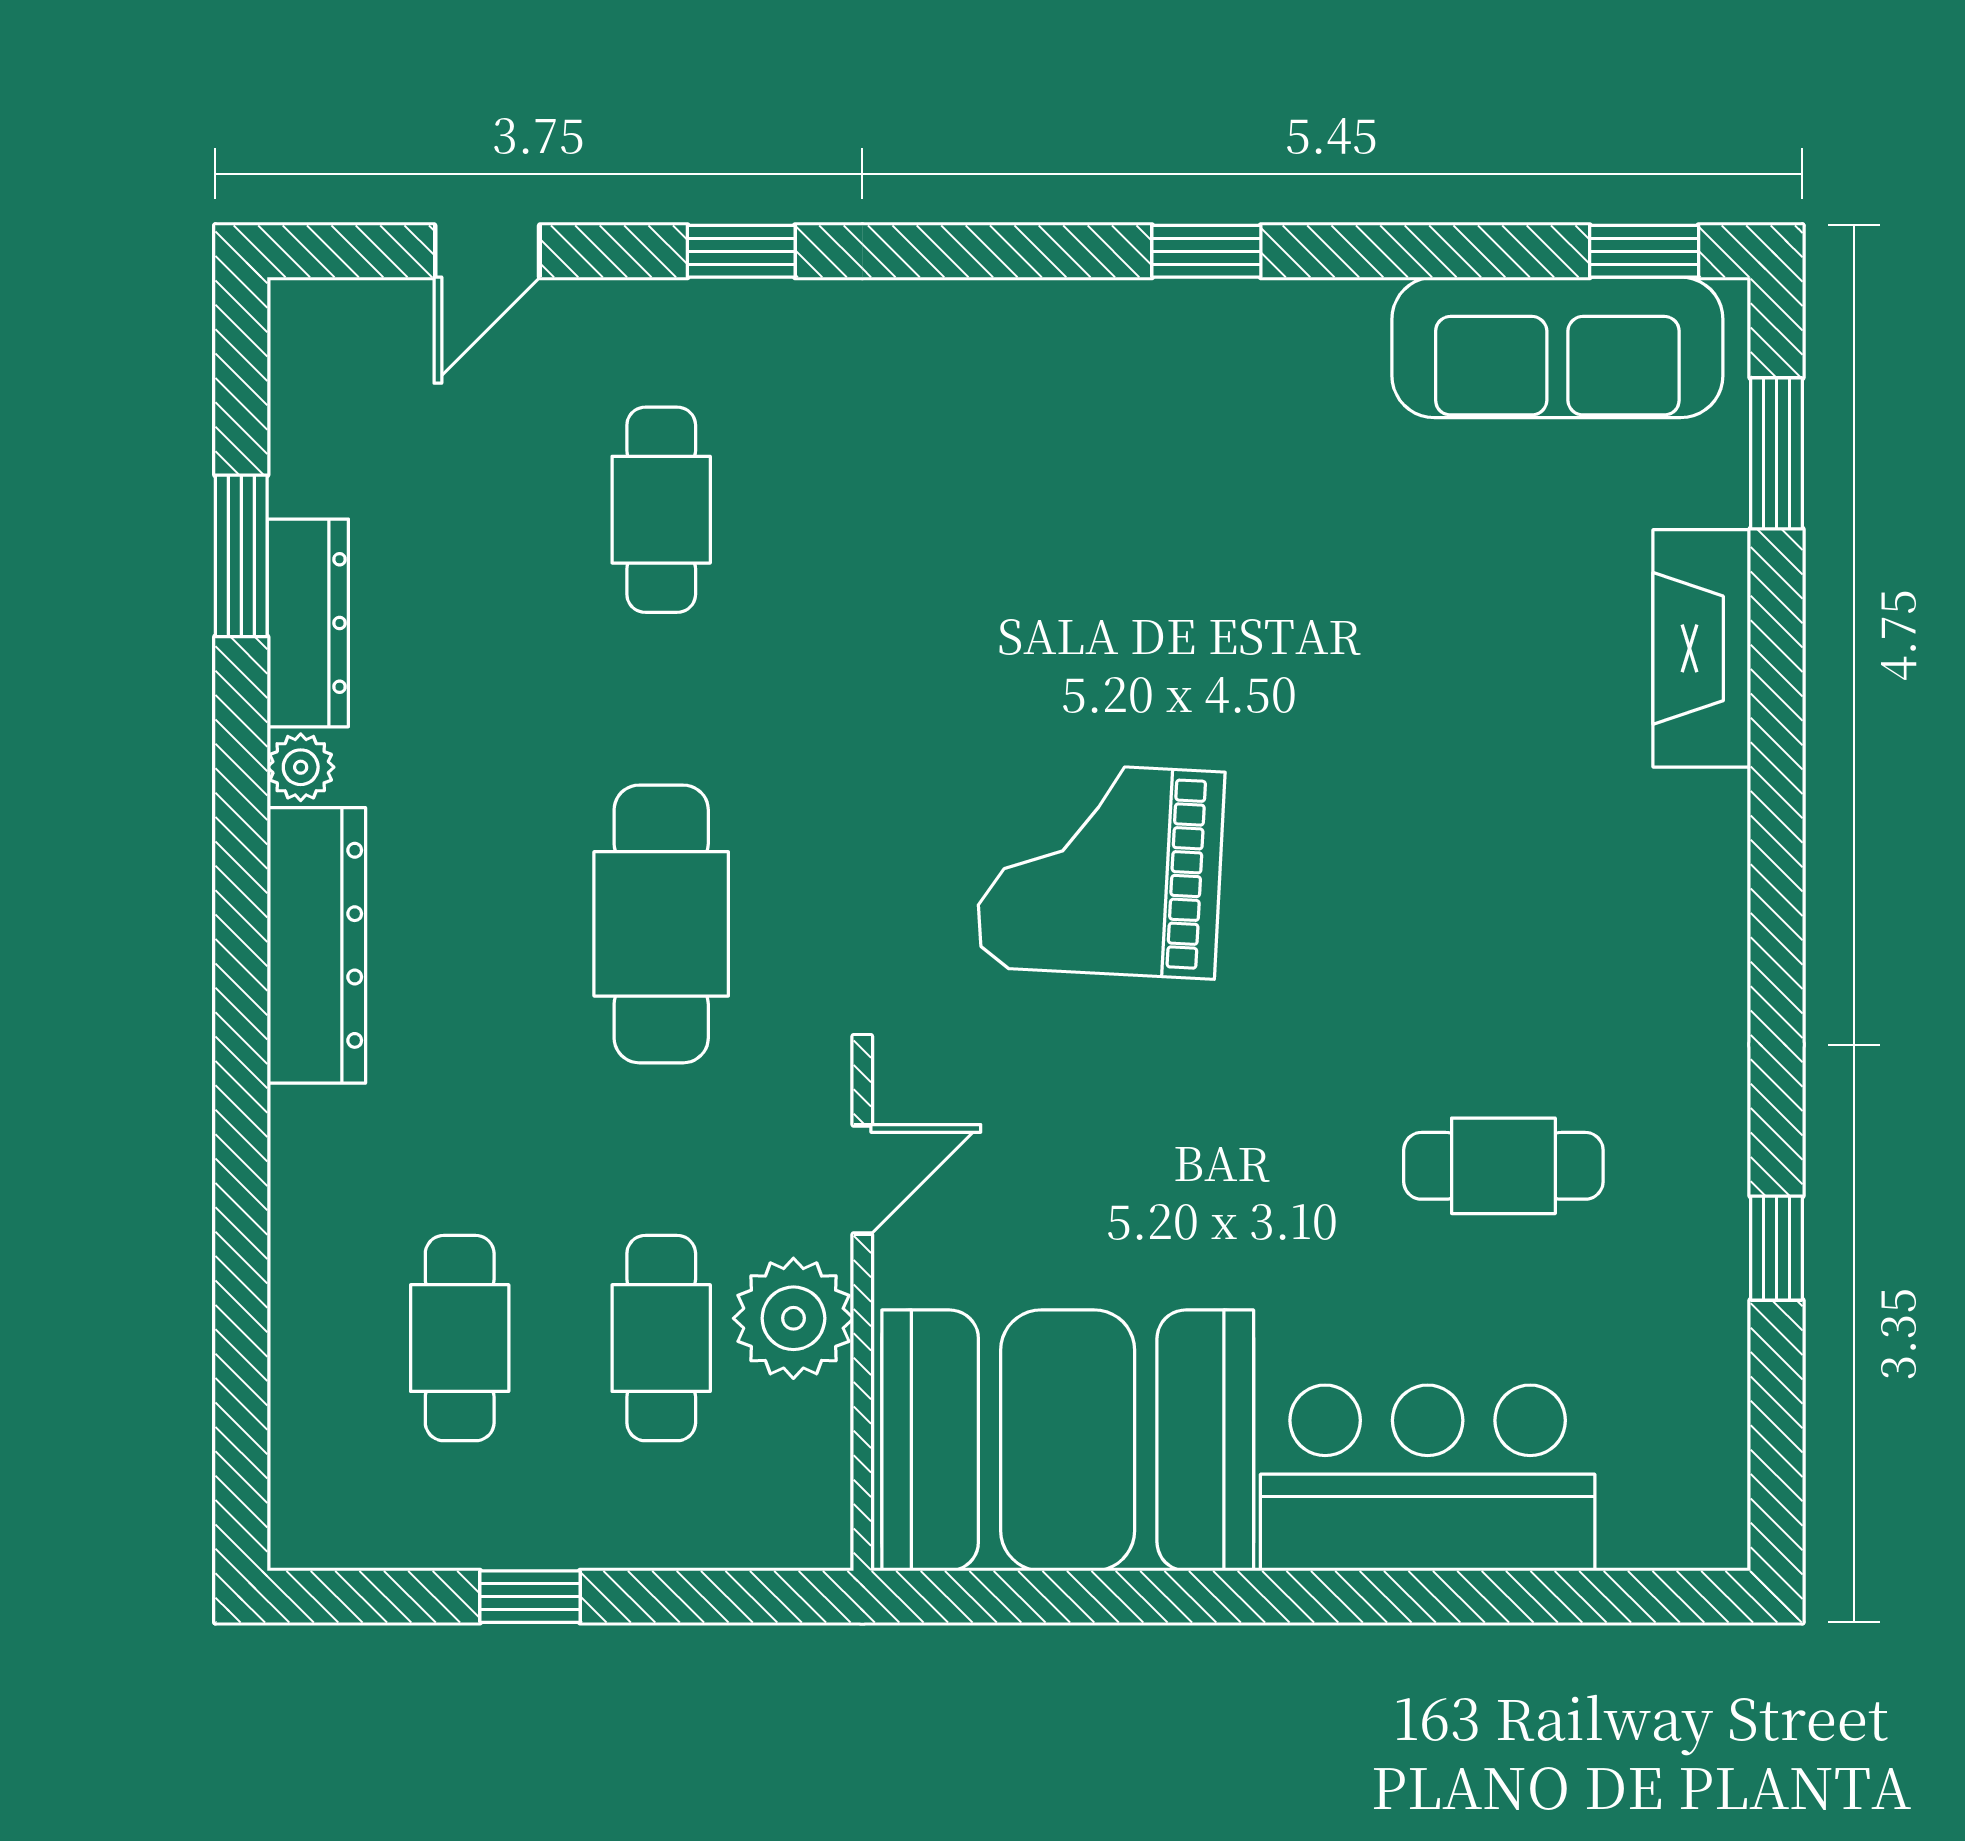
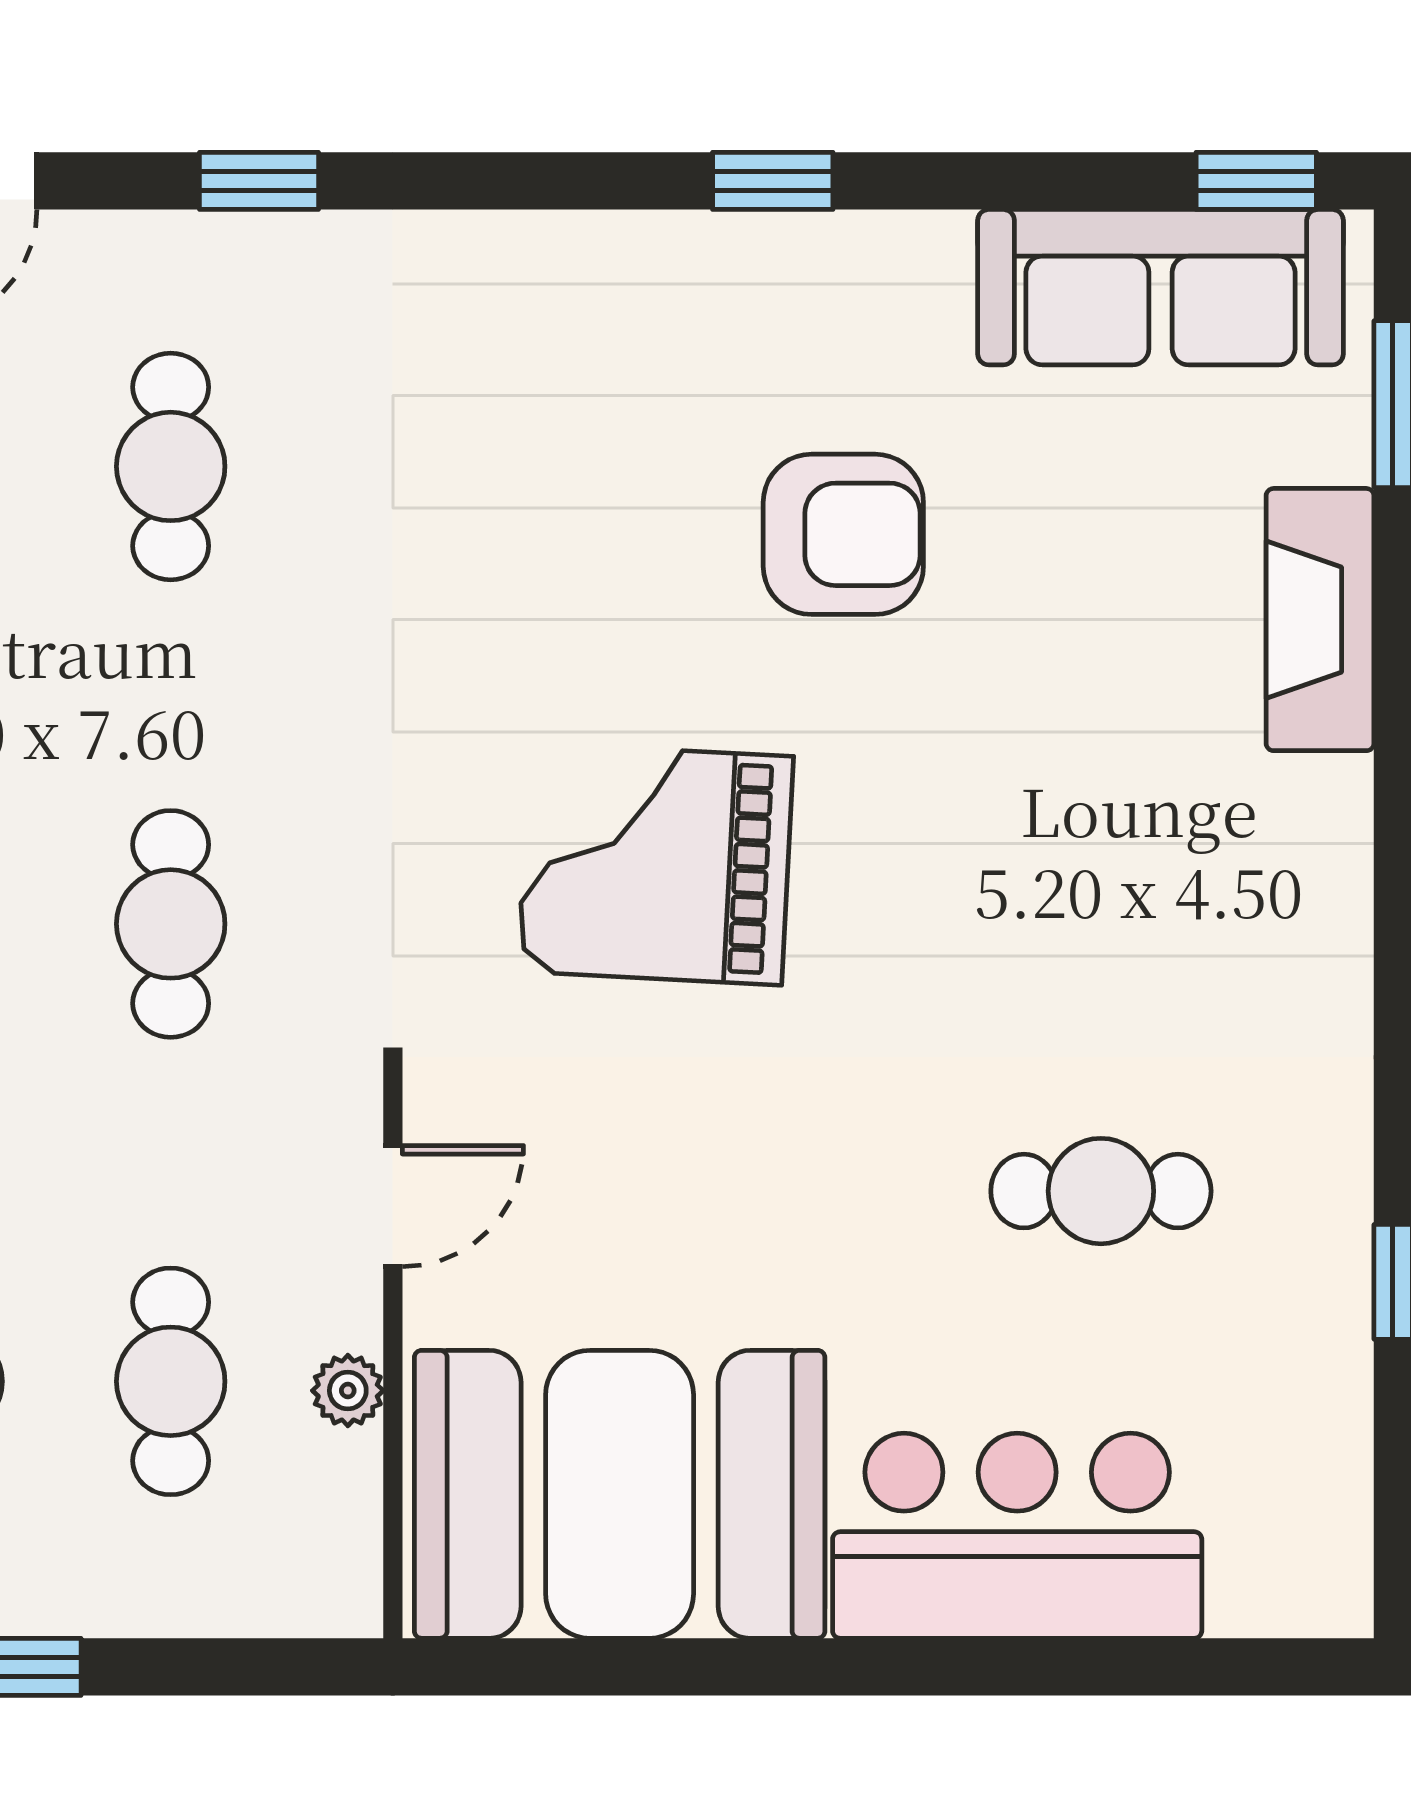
armchair: (1270, 571) -> (843, 534), added
cafe table: (661, 924) -> (171, 924), width x0.73, depth x0.74
plant: (793, 1318) -> (348, 1391), width x0.53, depth x0.53

